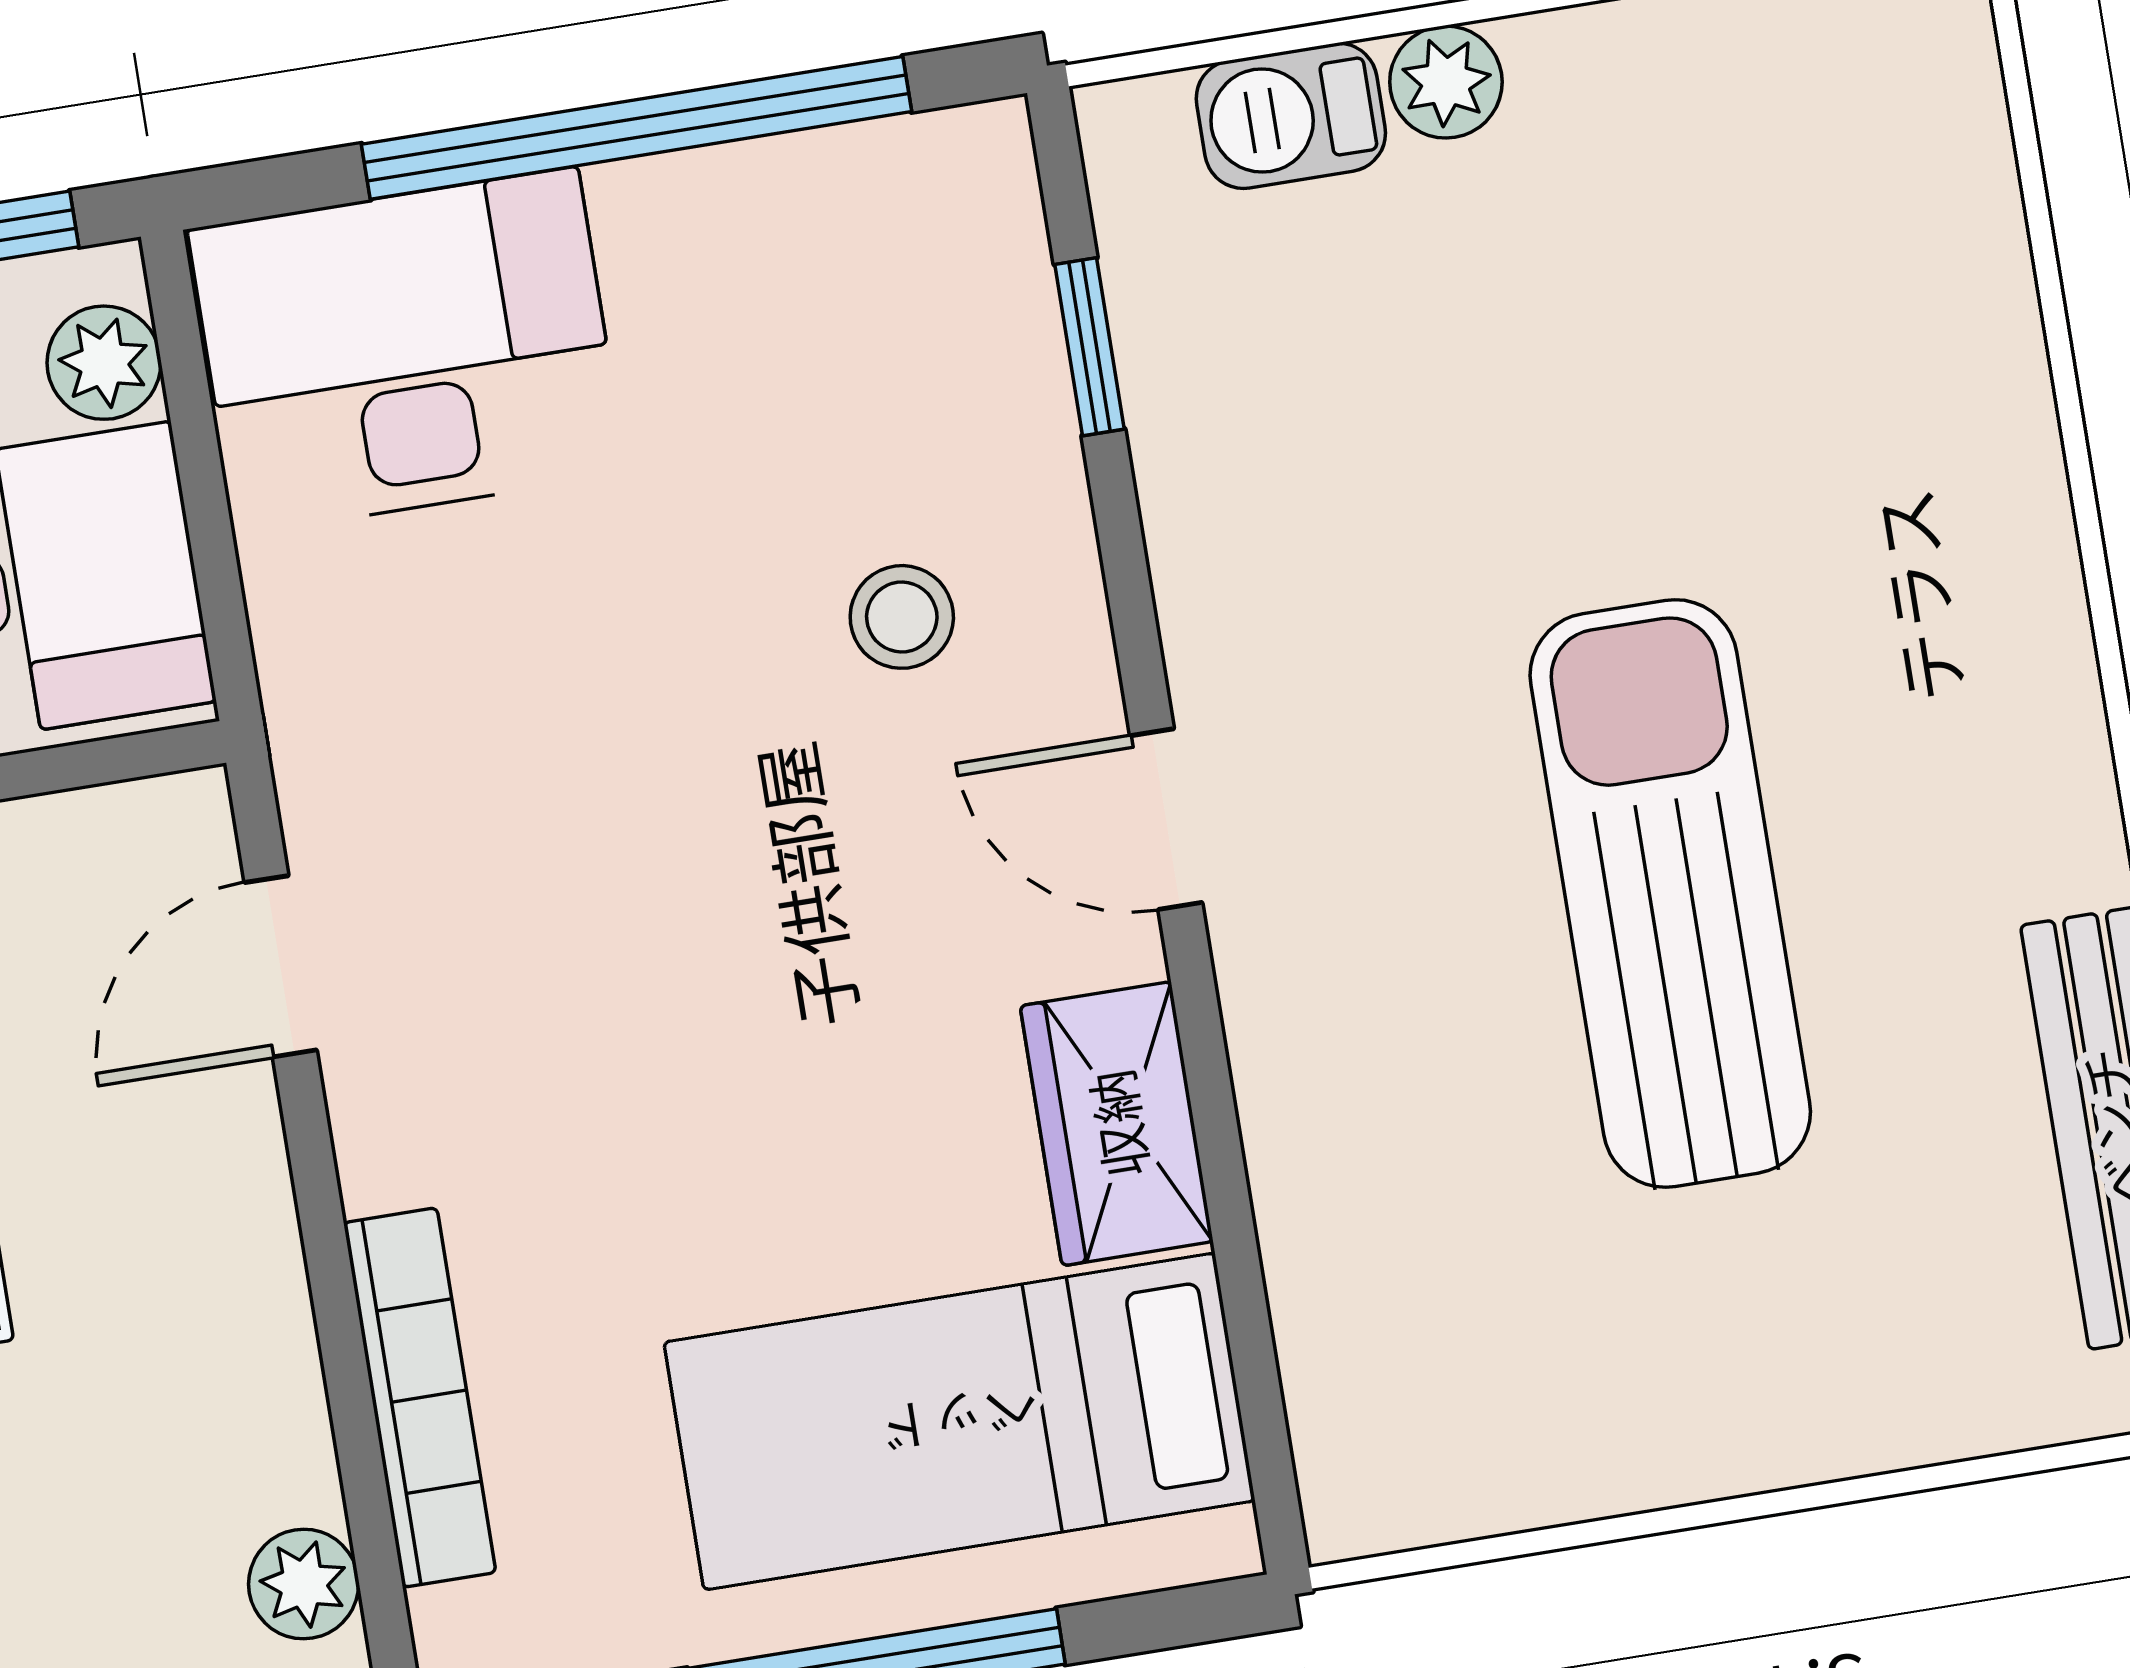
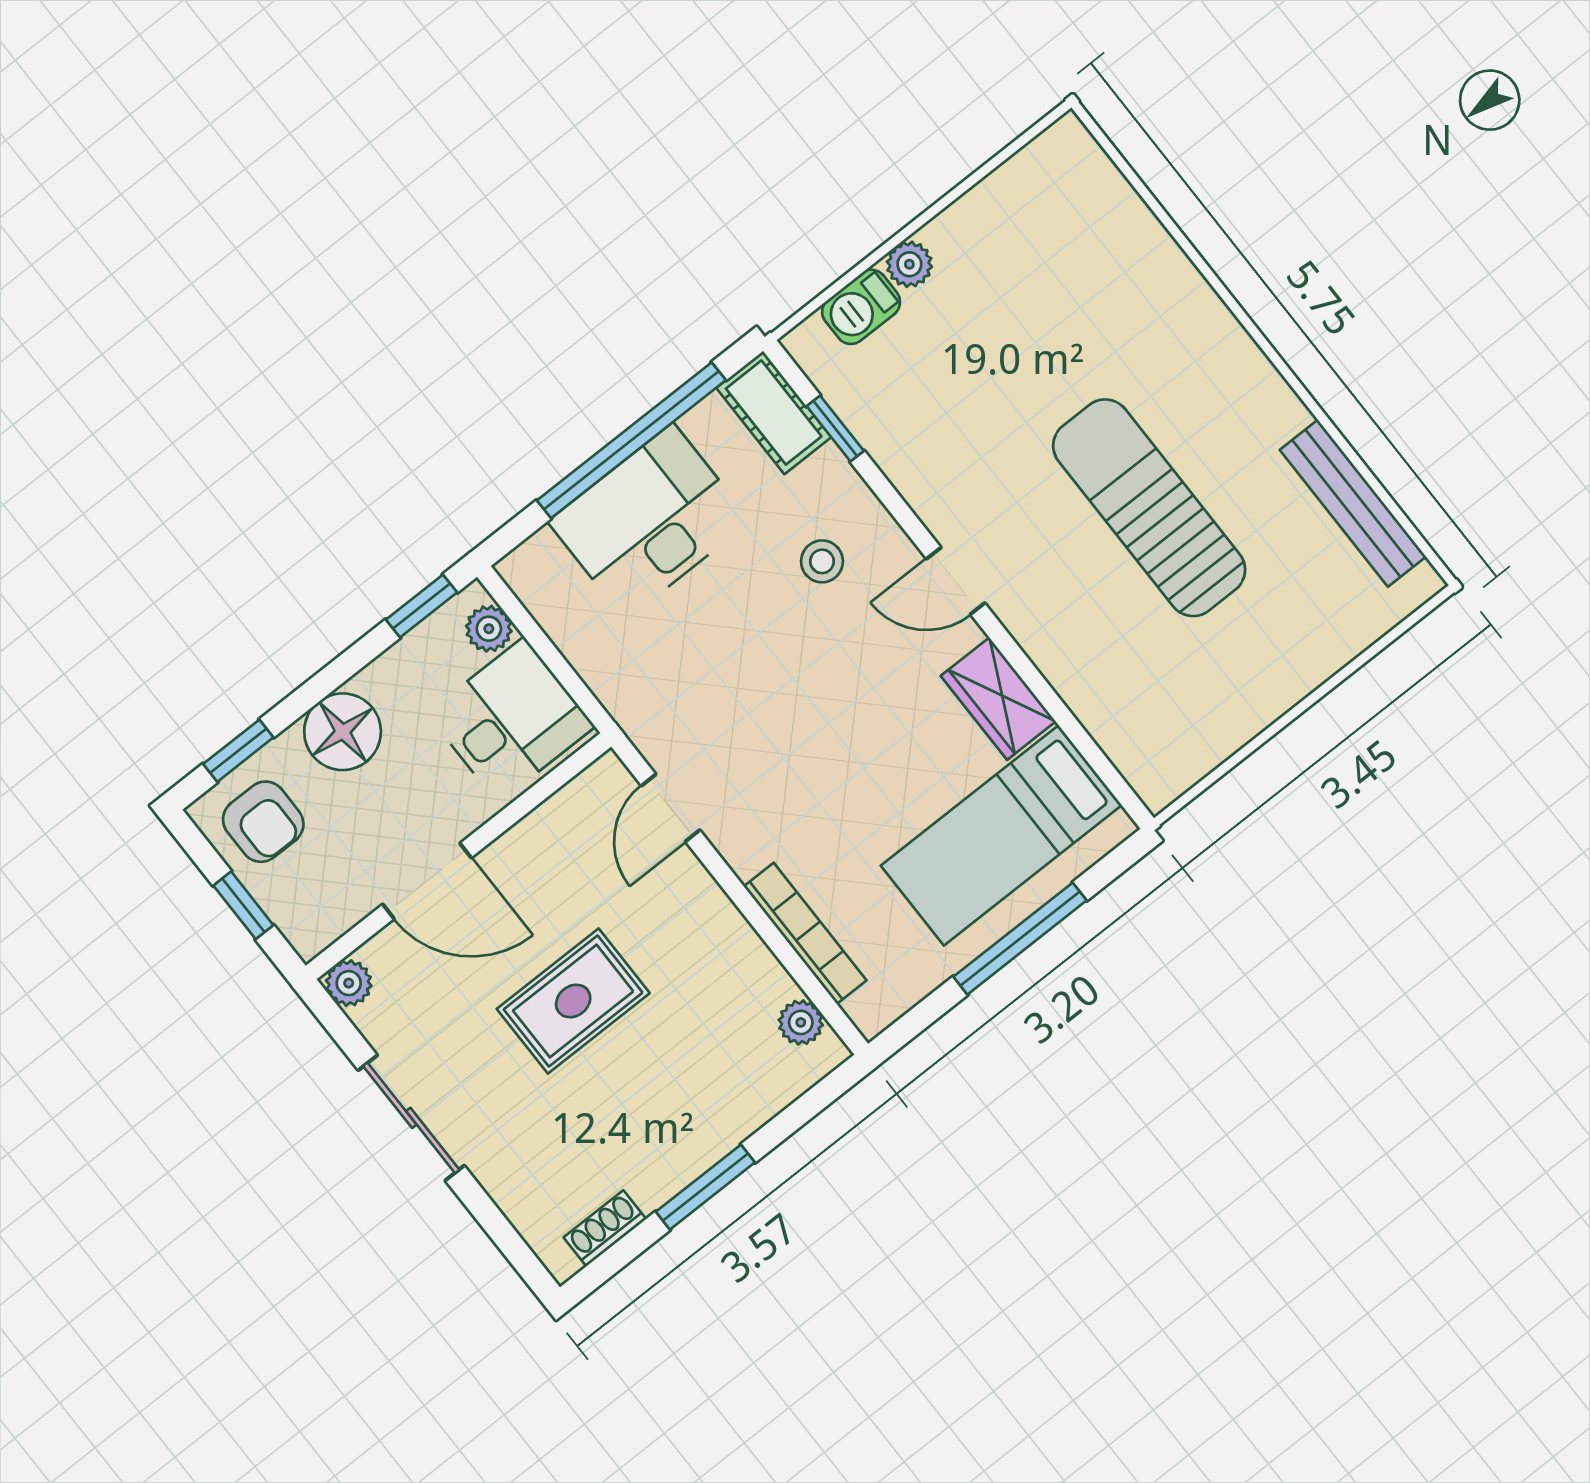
cot: (976, 239) -> (774, 413), added
desk: (407, 351) -> (649, 521), moved

